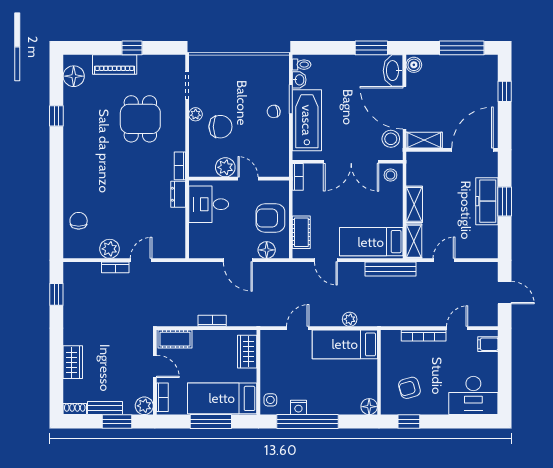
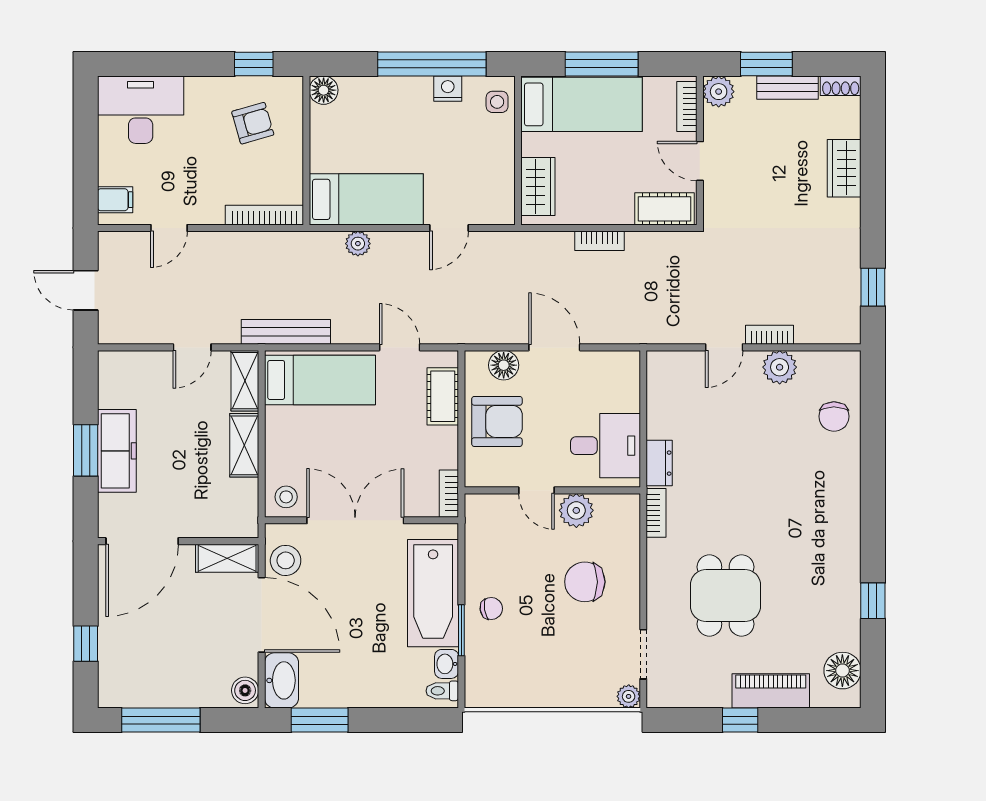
plant: (196, 114) -> (629, 696), moved
bookcase: (424, 335) -> (264, 215), moved

